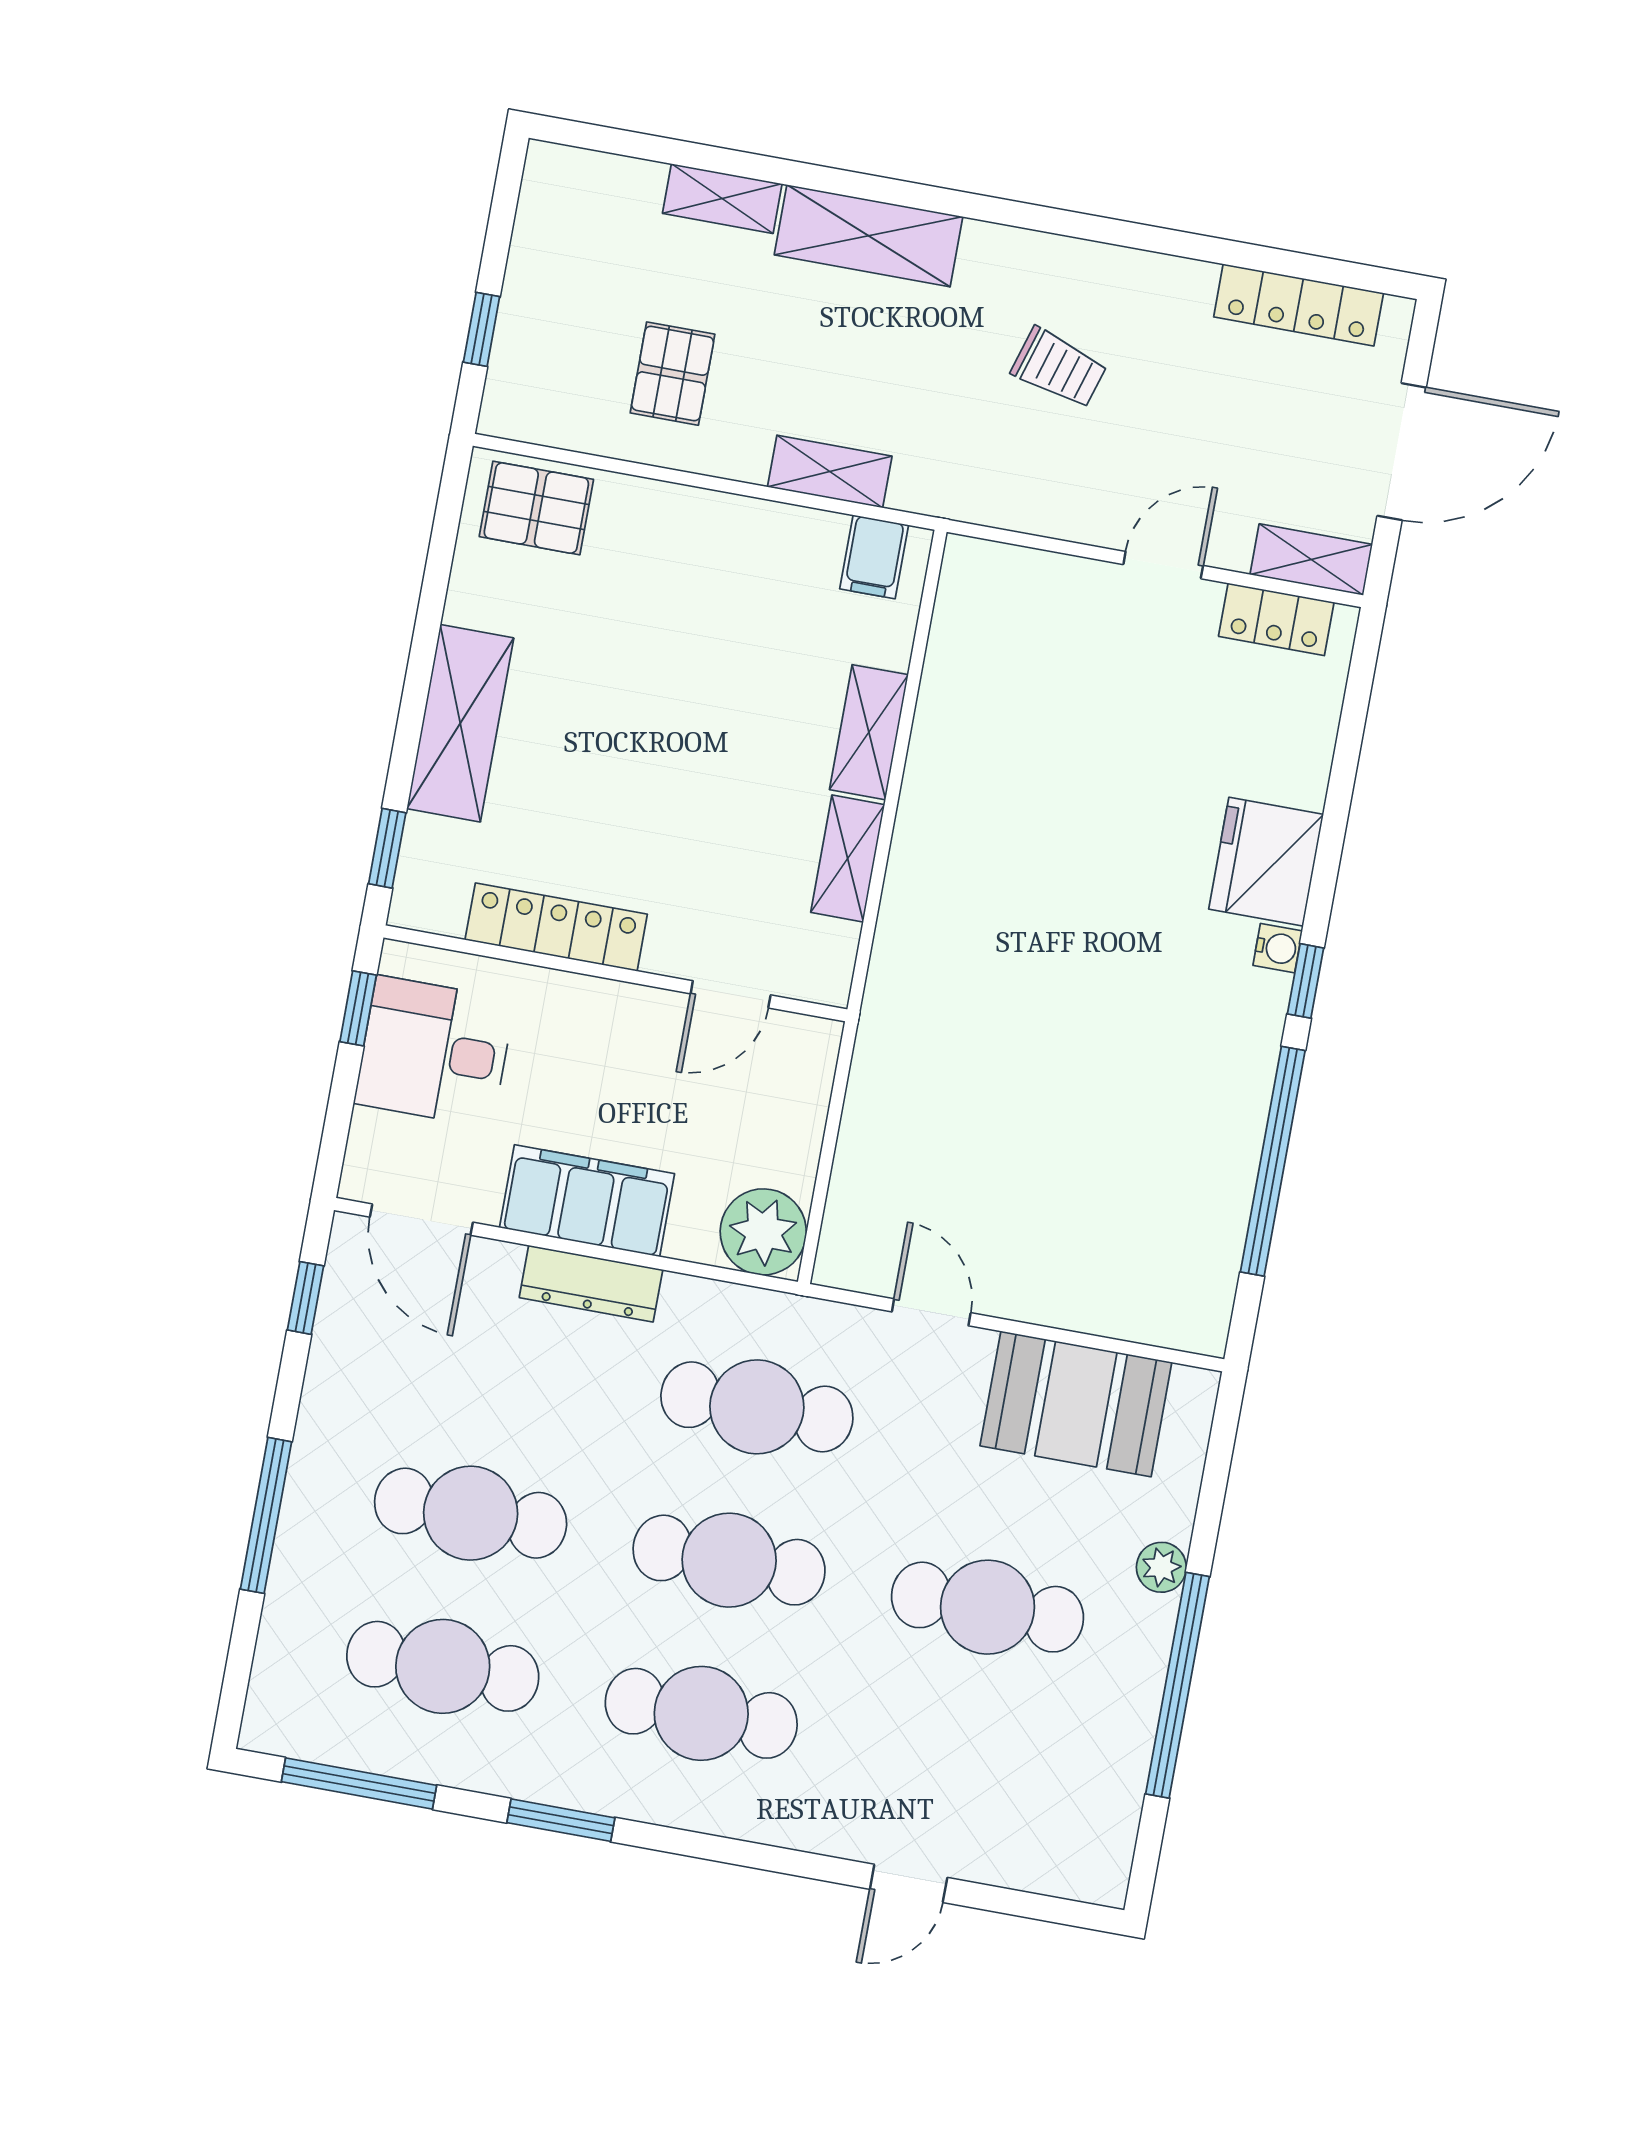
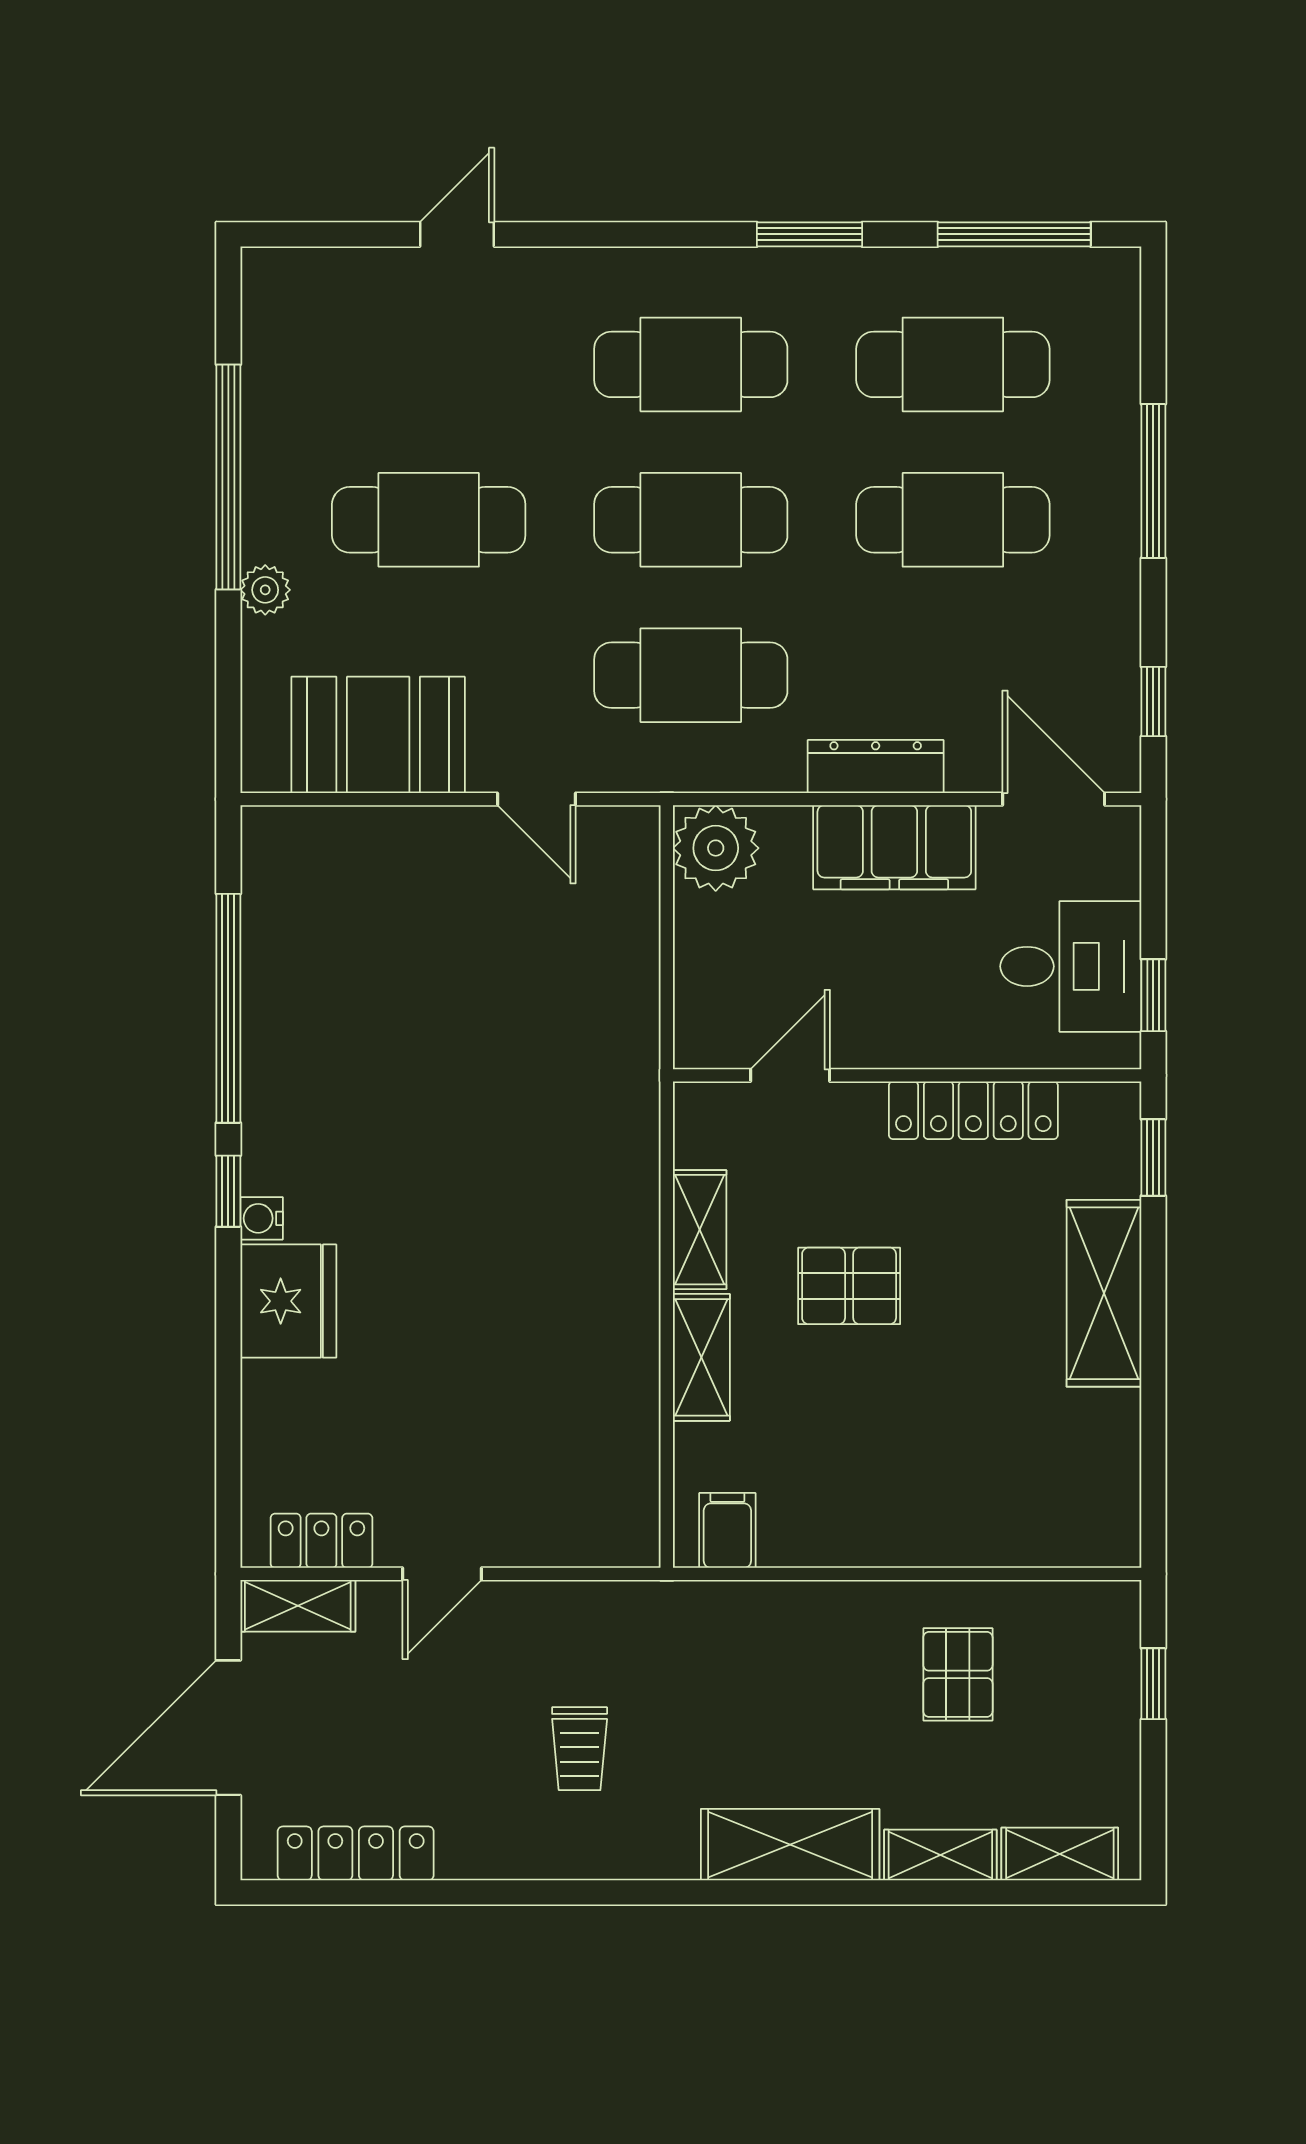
trolley: (1059, 368) -> (580, 1749), turned -107
shelving: (830, 472) -> (1060, 1854), moved
pallet: (536, 508) -> (849, 1286), moved

